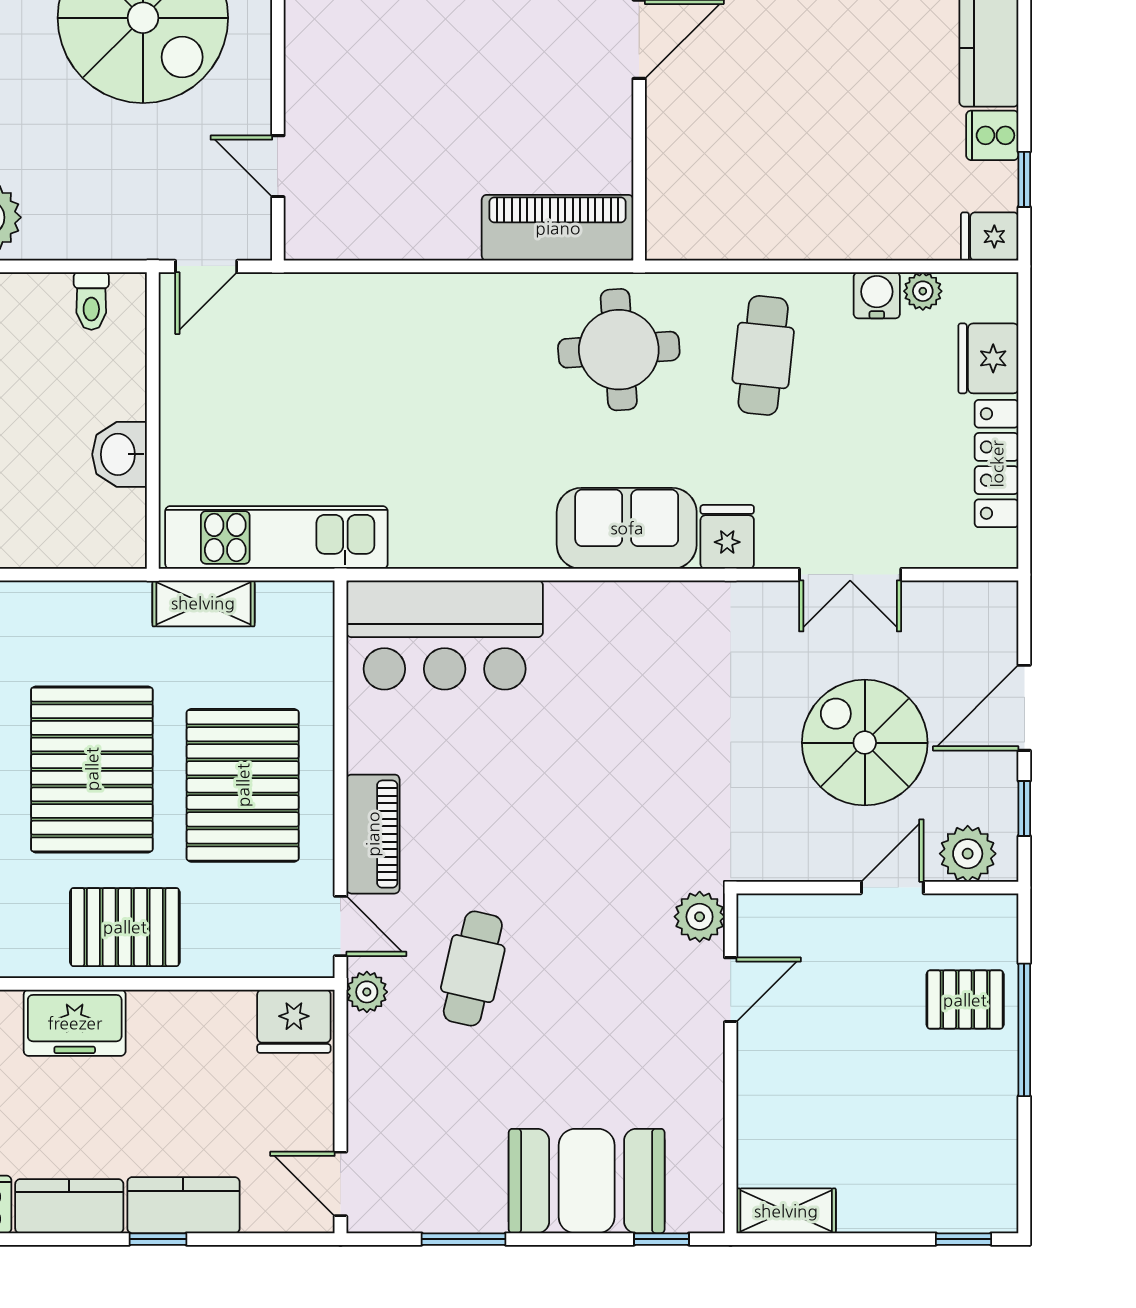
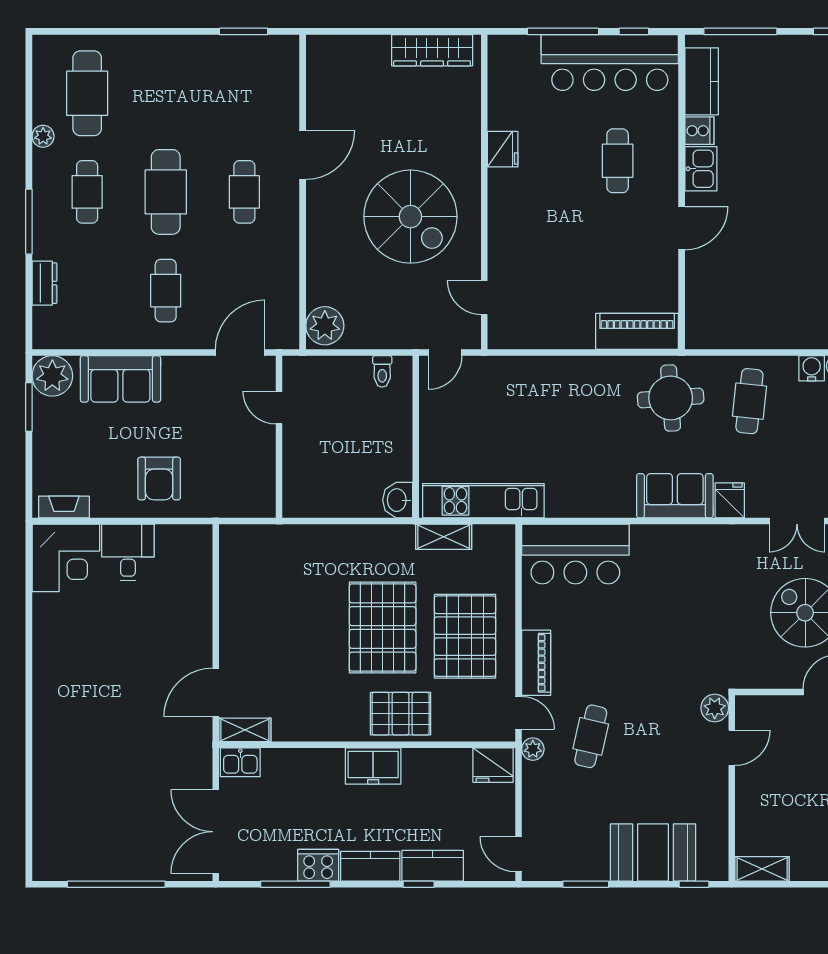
washbasin: (119, 454) -> (398, 500), moved

